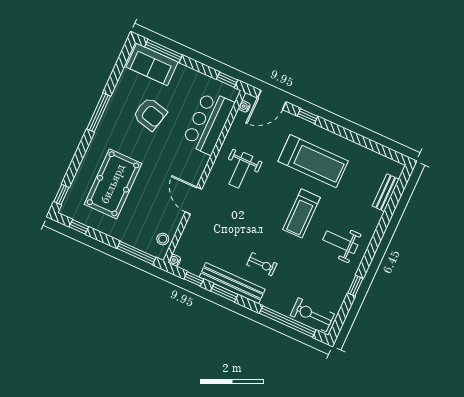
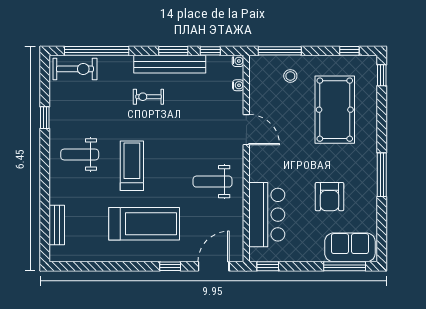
water cooler: (244, 106) -> (238, 85), moved
armchair: (150, 114) -> (330, 197), turned -104
treadmill: (313, 161) -> (144, 224), turned 180
weight bench: (241, 170) -> (213, 182), turned -90
stool: (163, 239) -> (290, 76), moved
weight bench: (340, 242) -> (80, 154), turned 180

